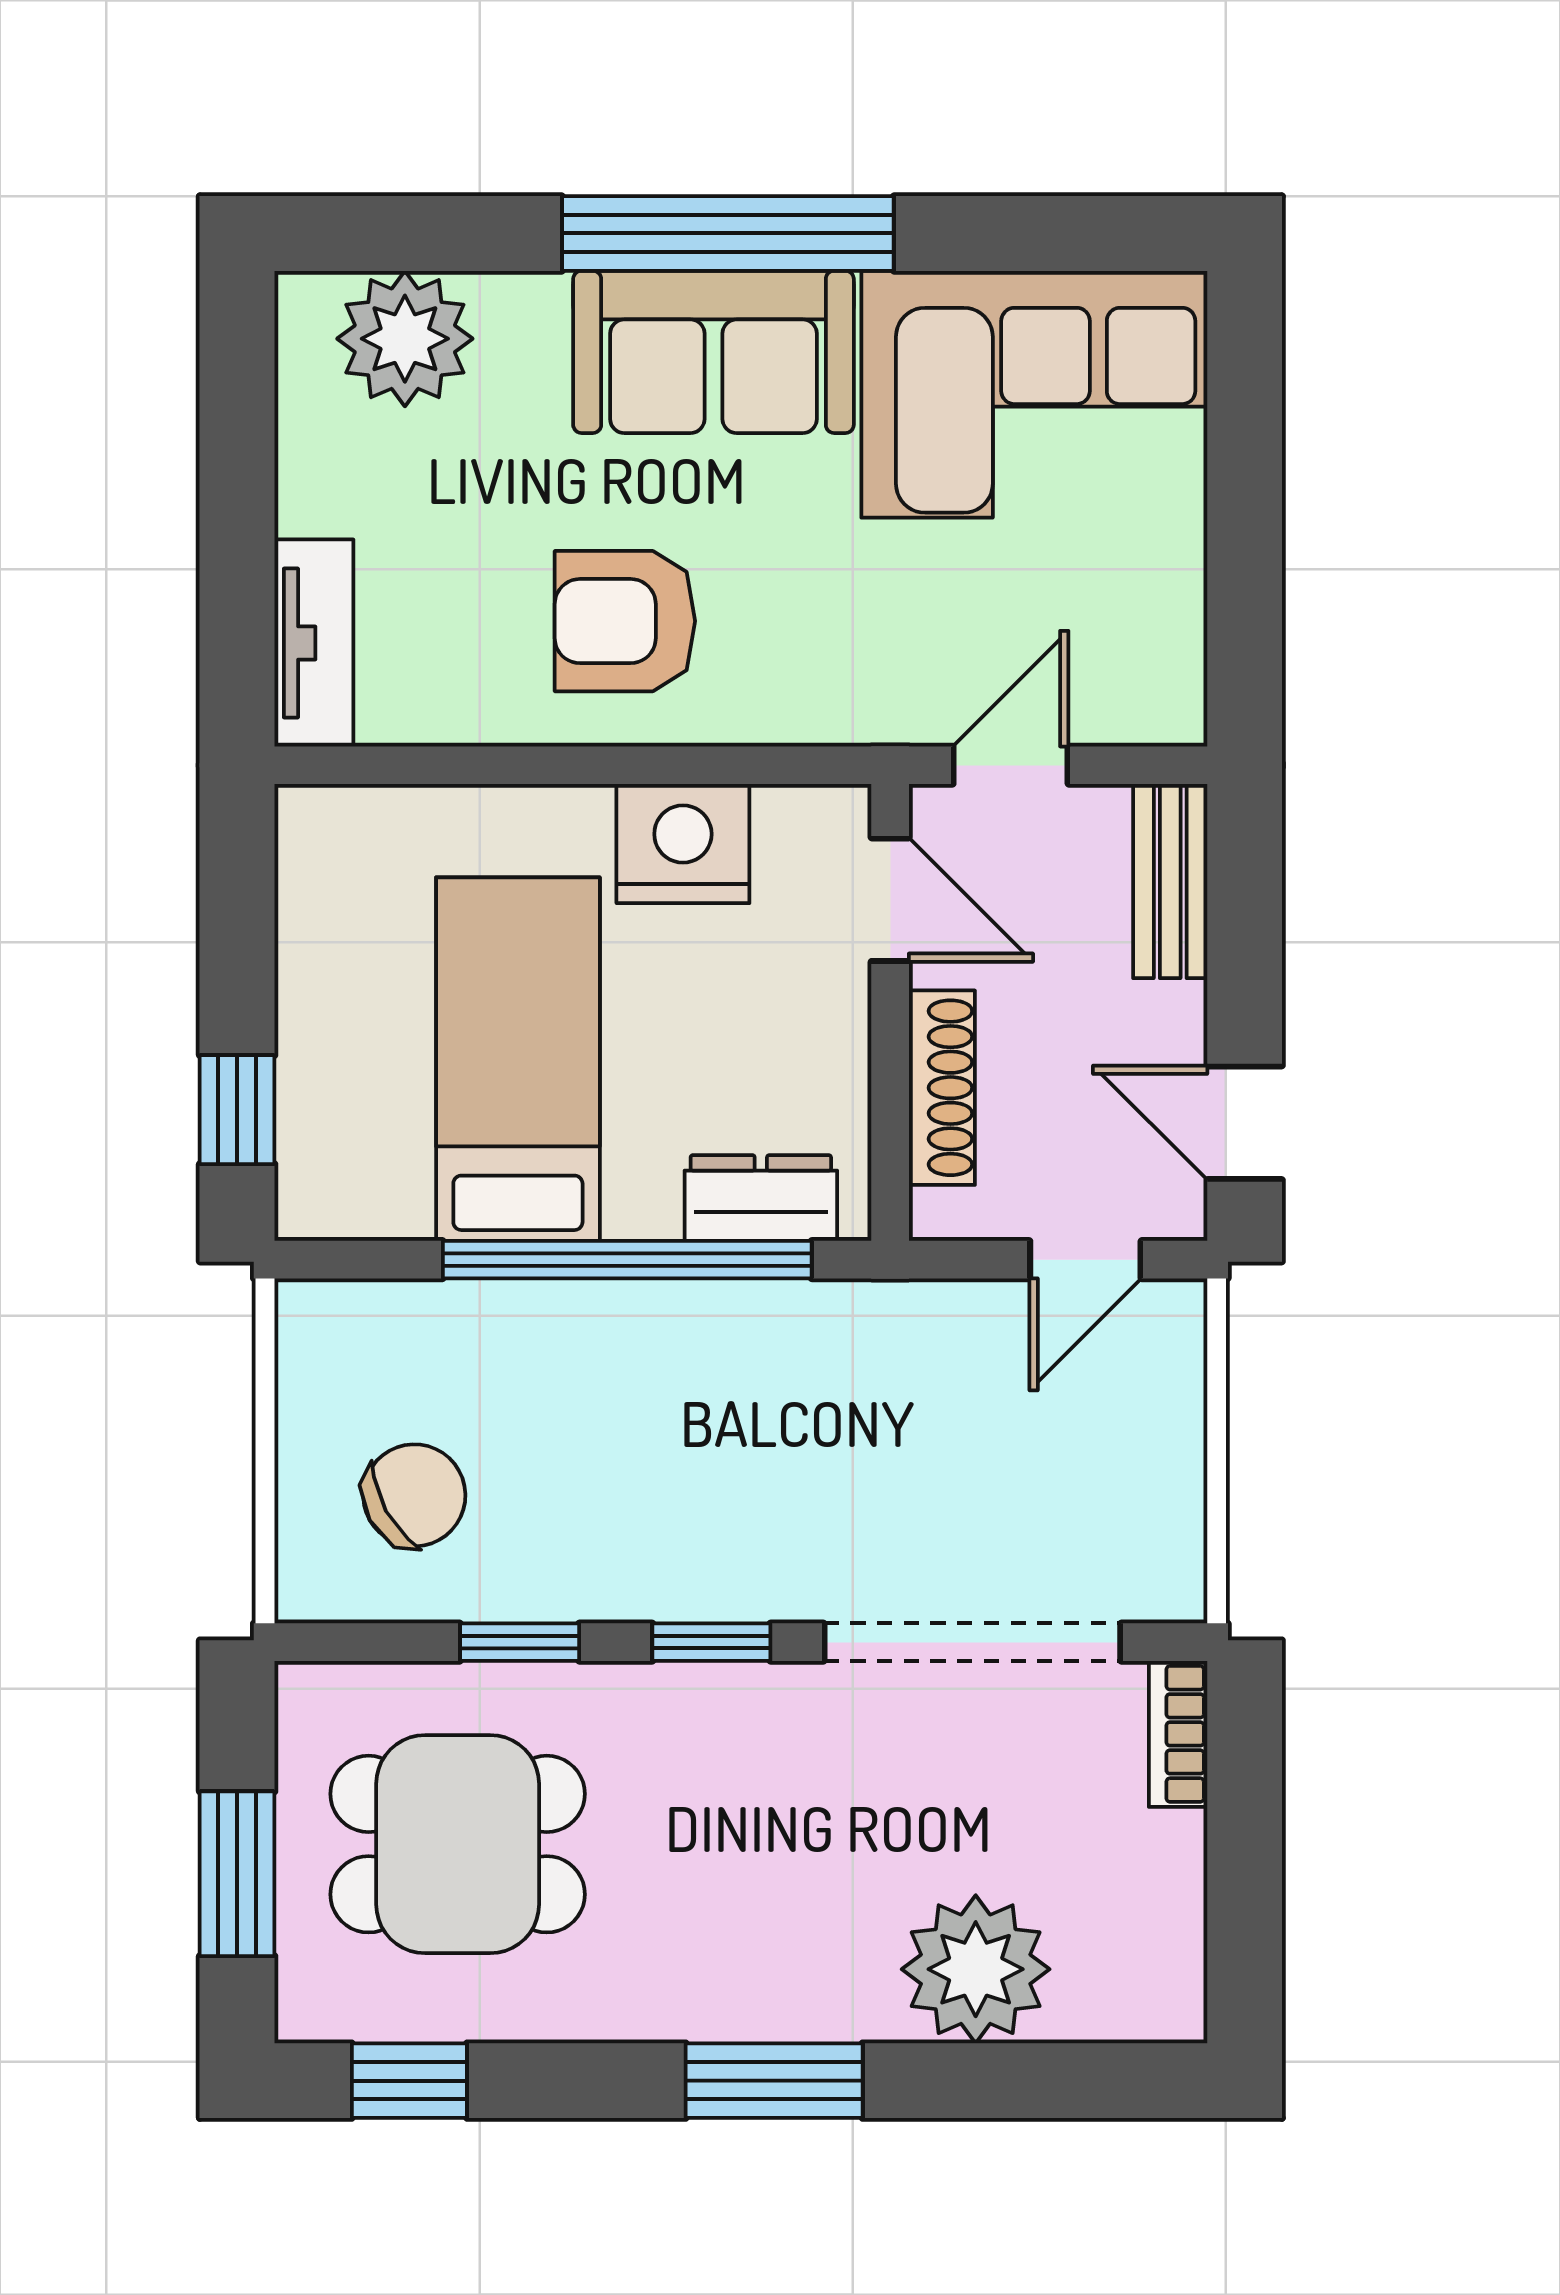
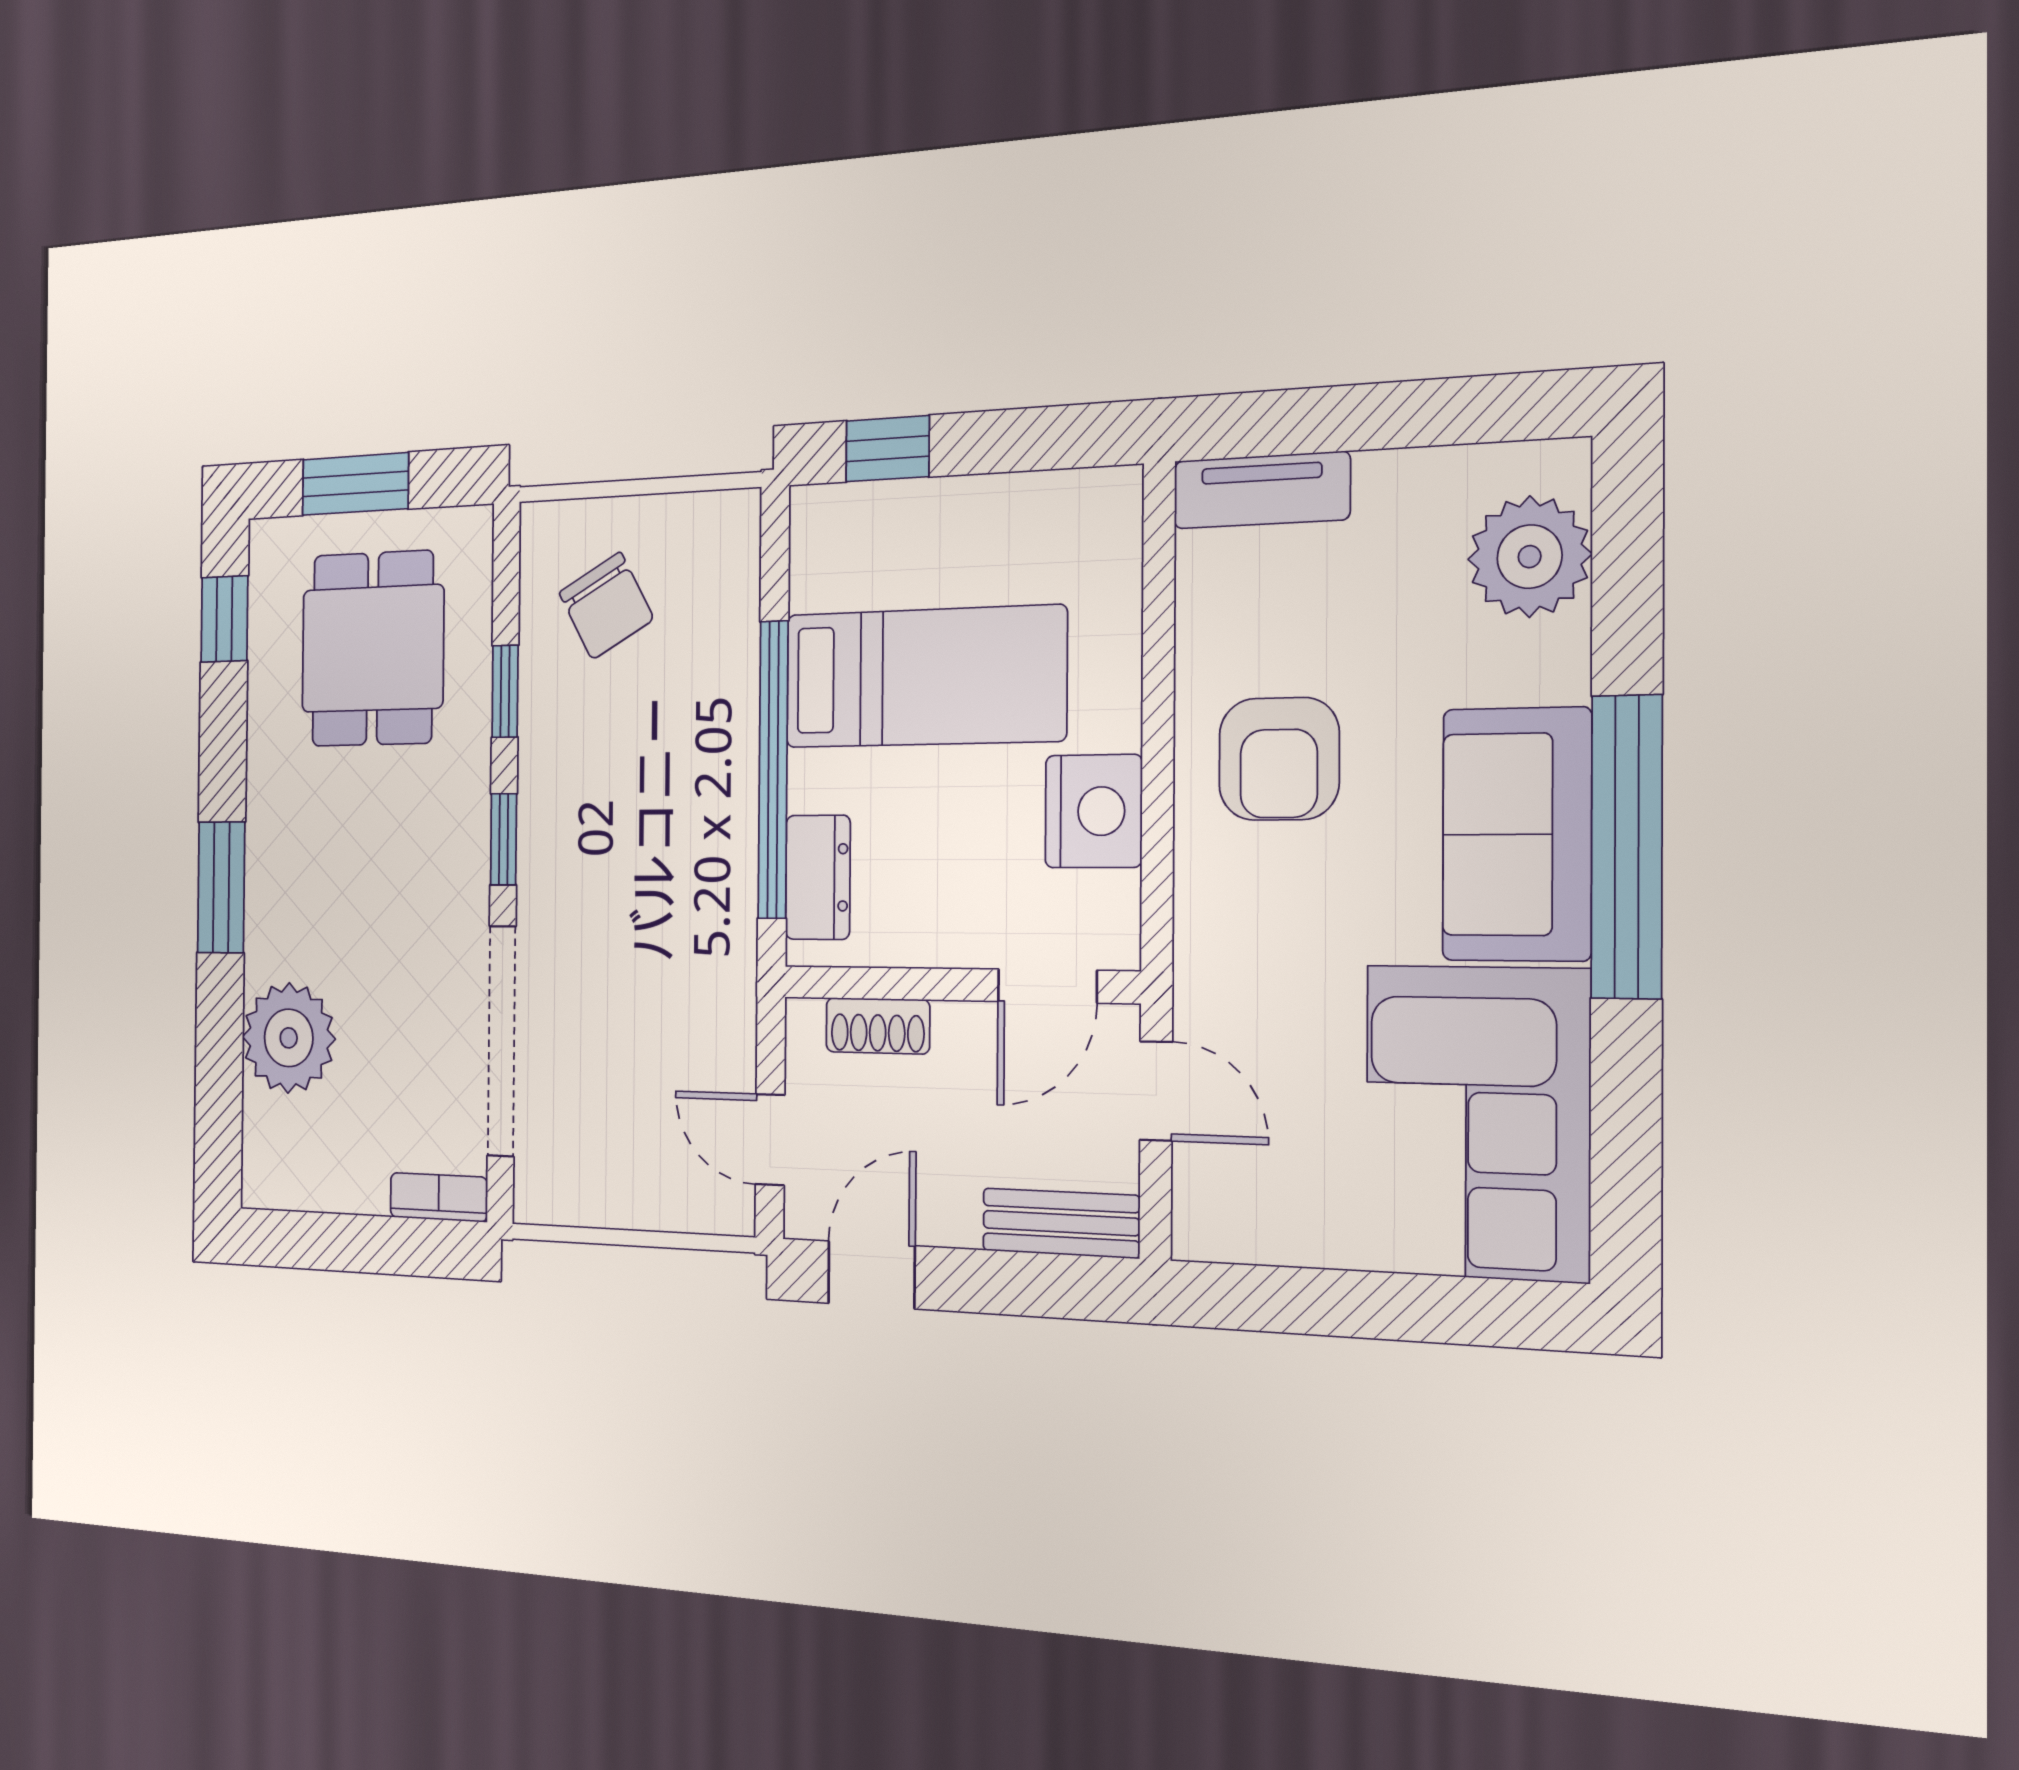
armchair: (625, 621) -> (1279, 759), turned 180
shoe rack: (942, 1088) -> (878, 1026), width x0.70

